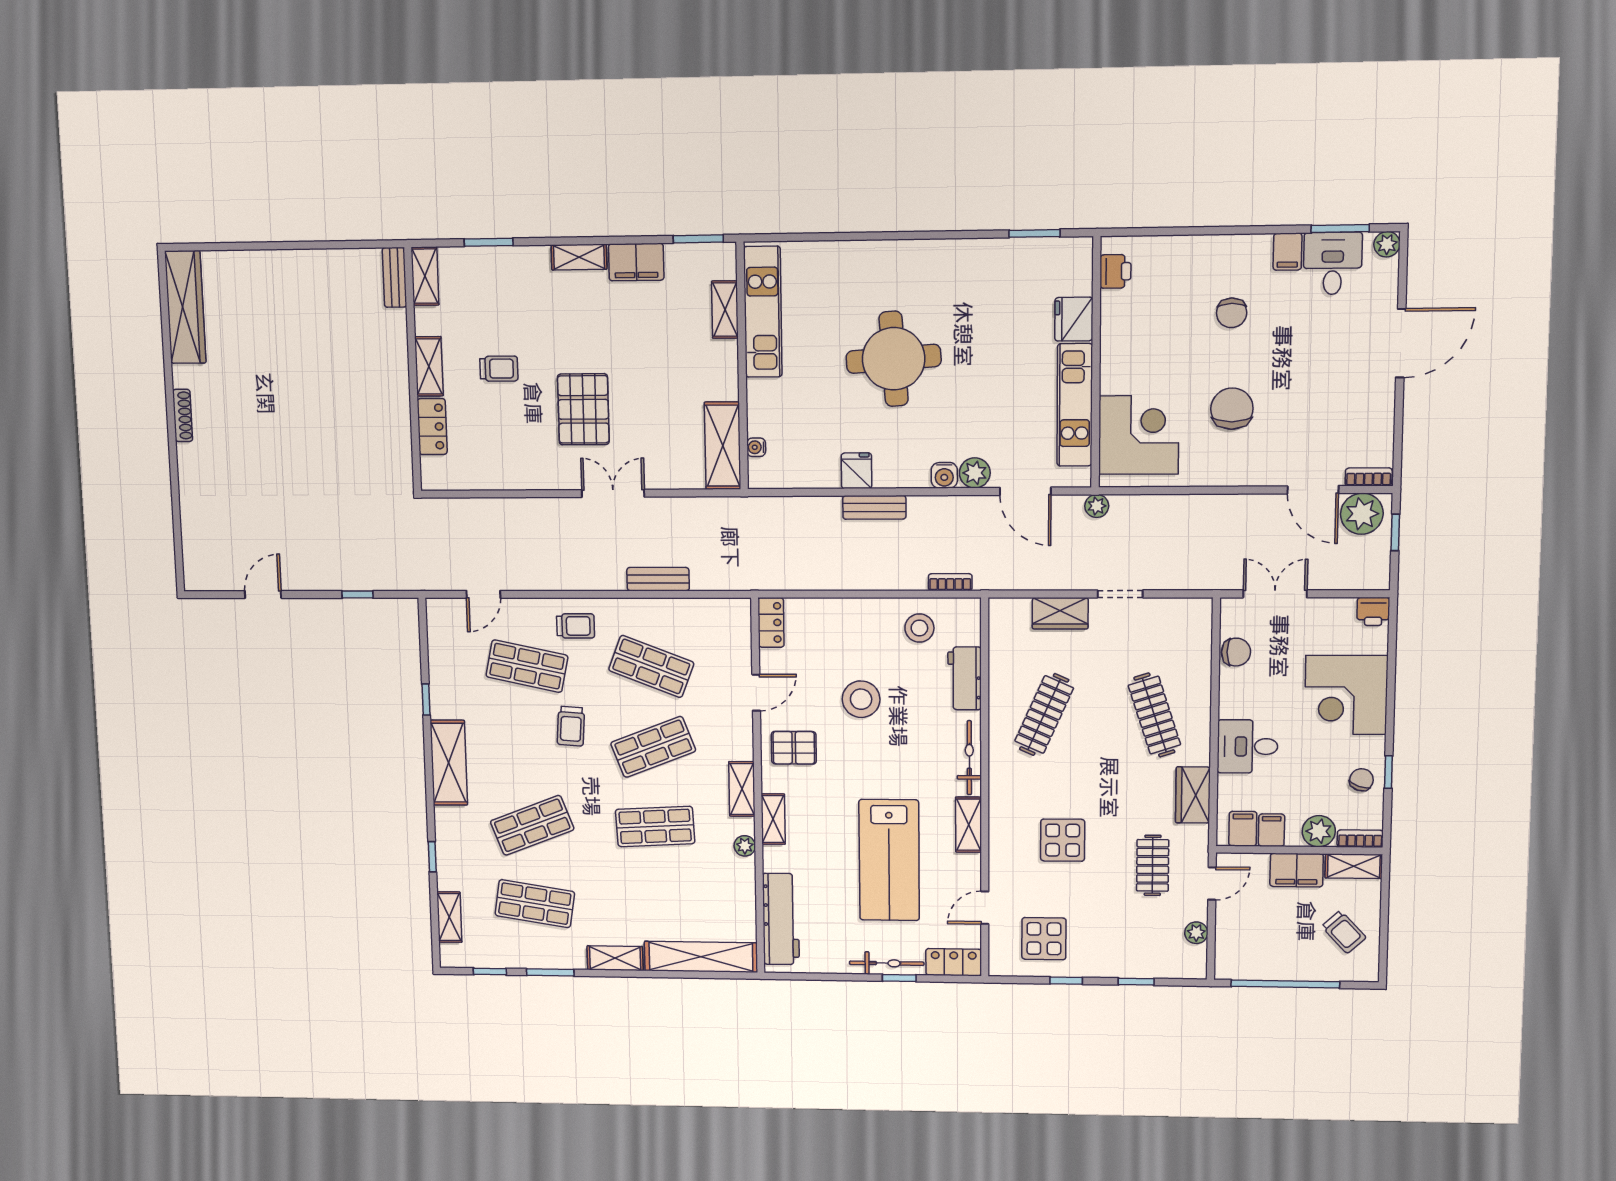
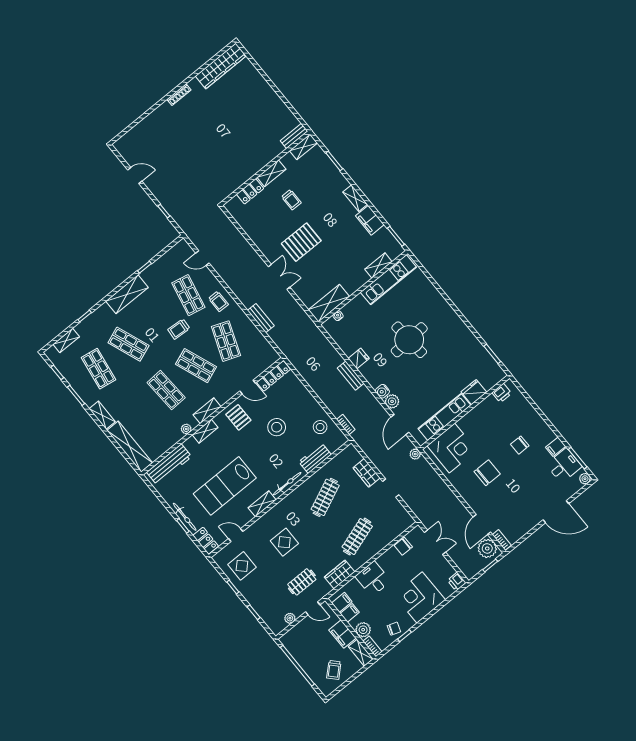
locker: (771, 622) -> (273, 376), width x1.53
chair: (1236, 652) -> (403, 546), turned 90
clothes rail: (1044, 715) -> (325, 497), turned -48

